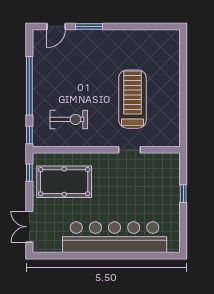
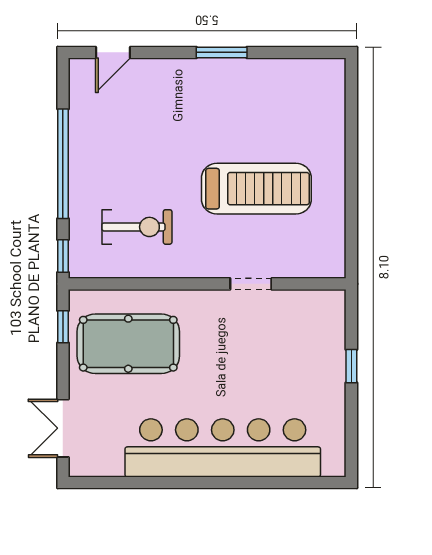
window: (89, 26) -> (222, 52), moved
treadmill: (132, 99) -> (256, 189), turned 90

